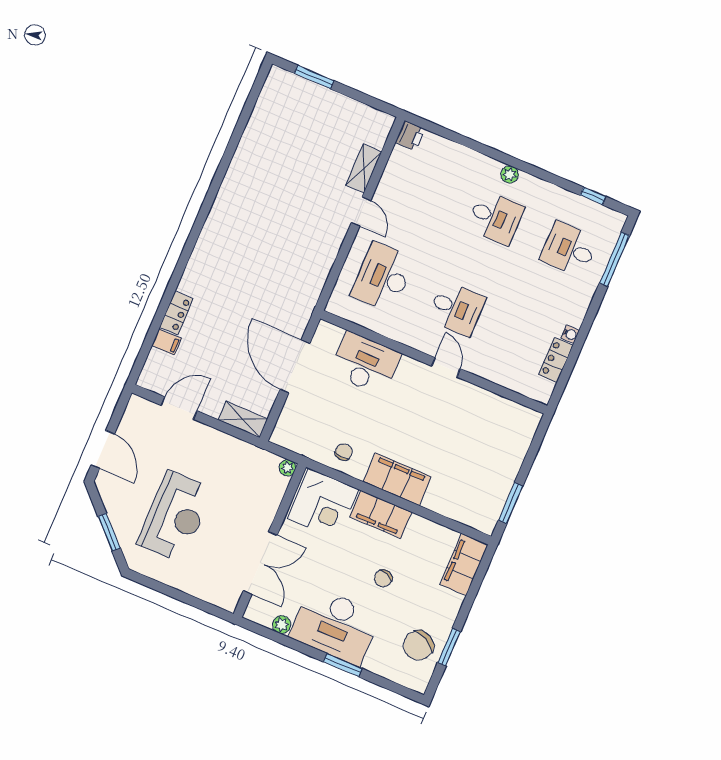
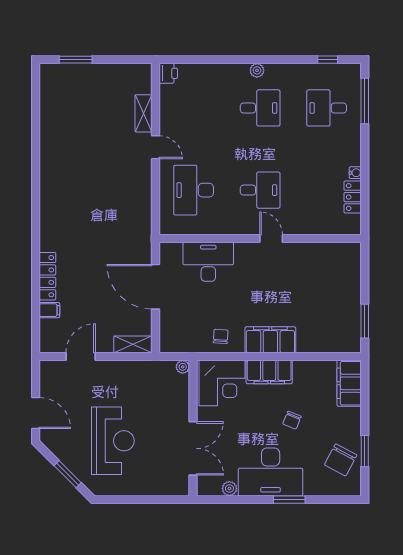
locker: (176, 313) -> (47, 276), width x1.53

